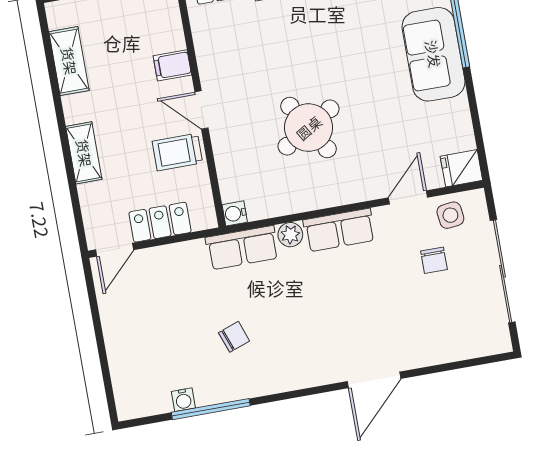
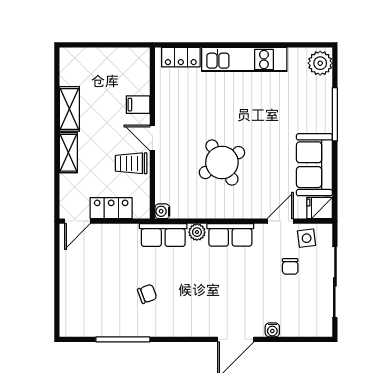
sofa: (433, 54) -> (314, 165), moved
shelving: (69, 61) -> (69, 109), moved
water cooler: (183, 400) -> (272, 330), moved

